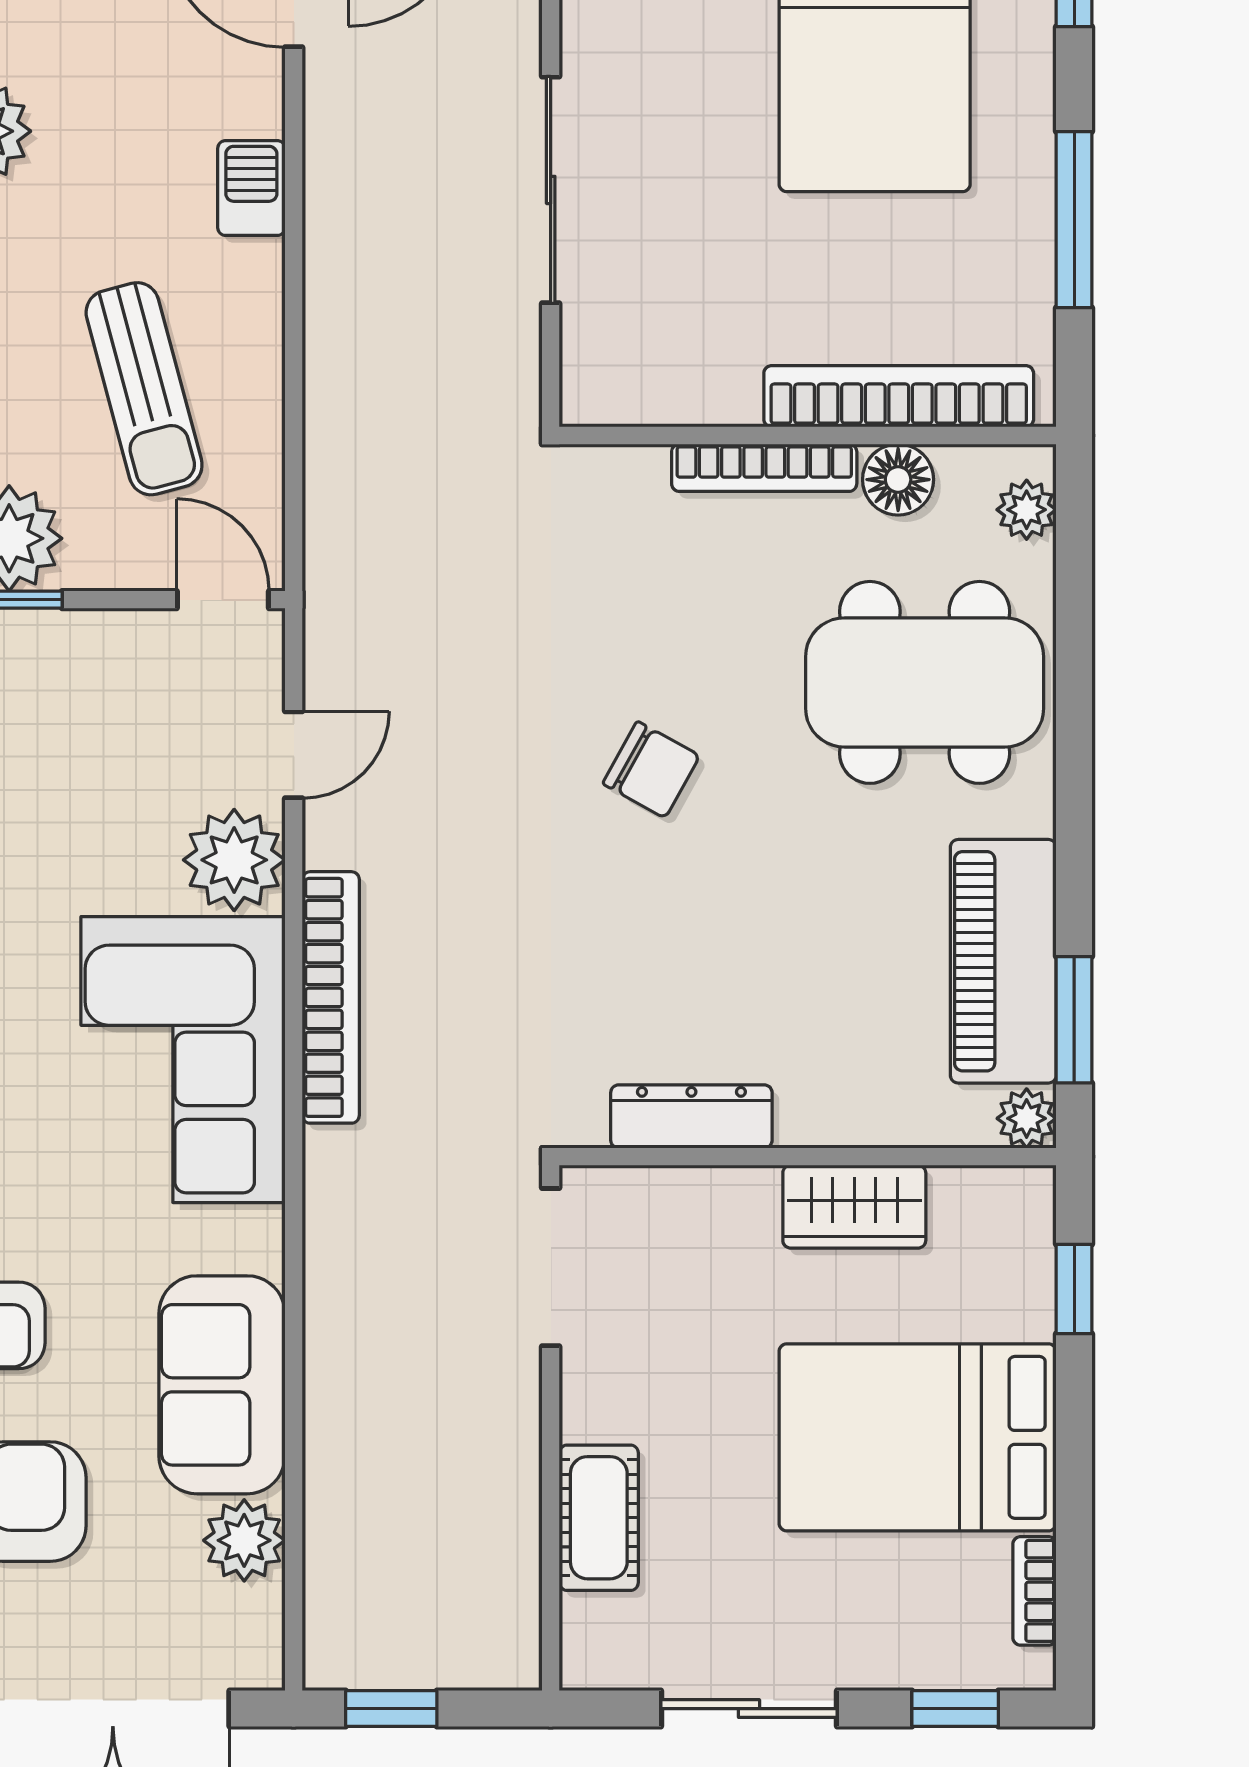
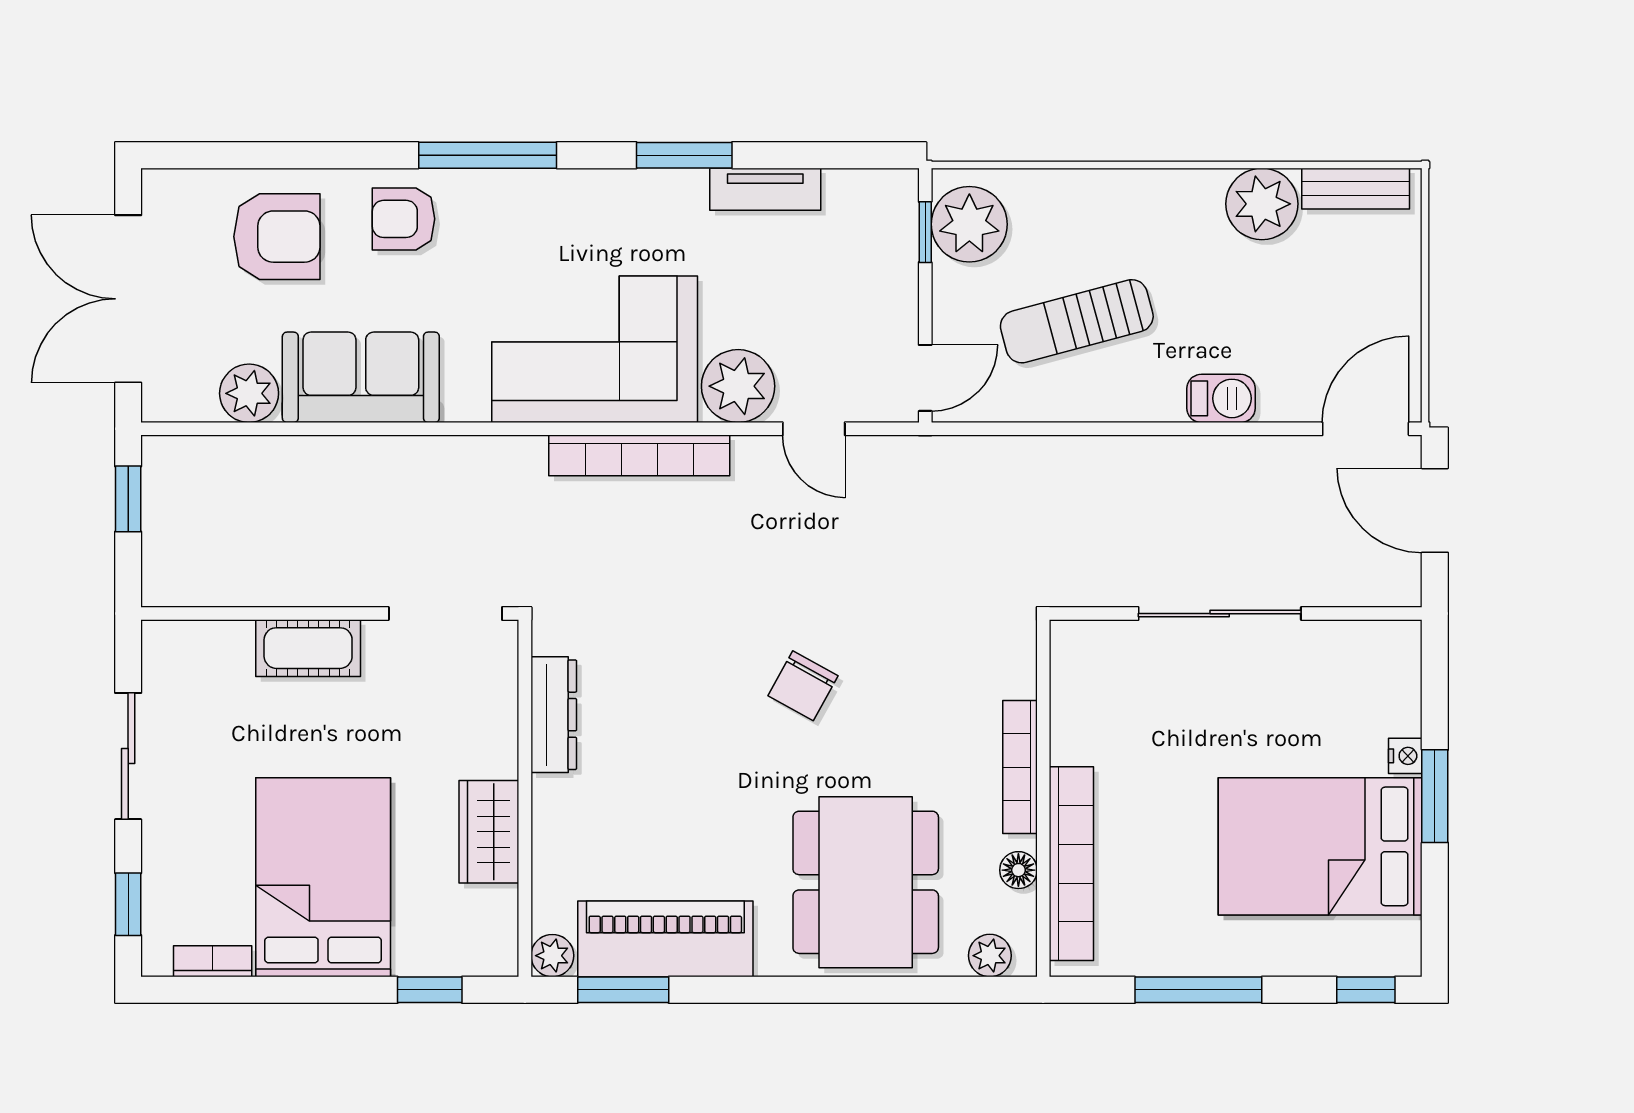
floor lamp: (898, 480) -> (1018, 870), width x0.73, depth x0.73
cot: (599, 1518) -> (308, 648), moved

